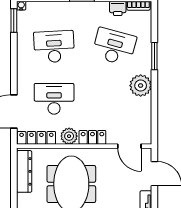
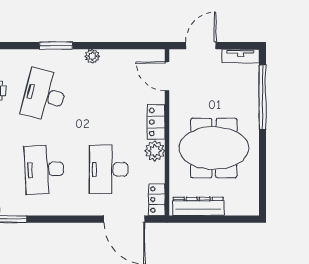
plant: (141, 86) -> (92, 56), width x0.53, depth x0.53
locker: (36, 138) -> (157, 200), width x0.66
door: (129, 146) -> (167, 76), swing flipped

